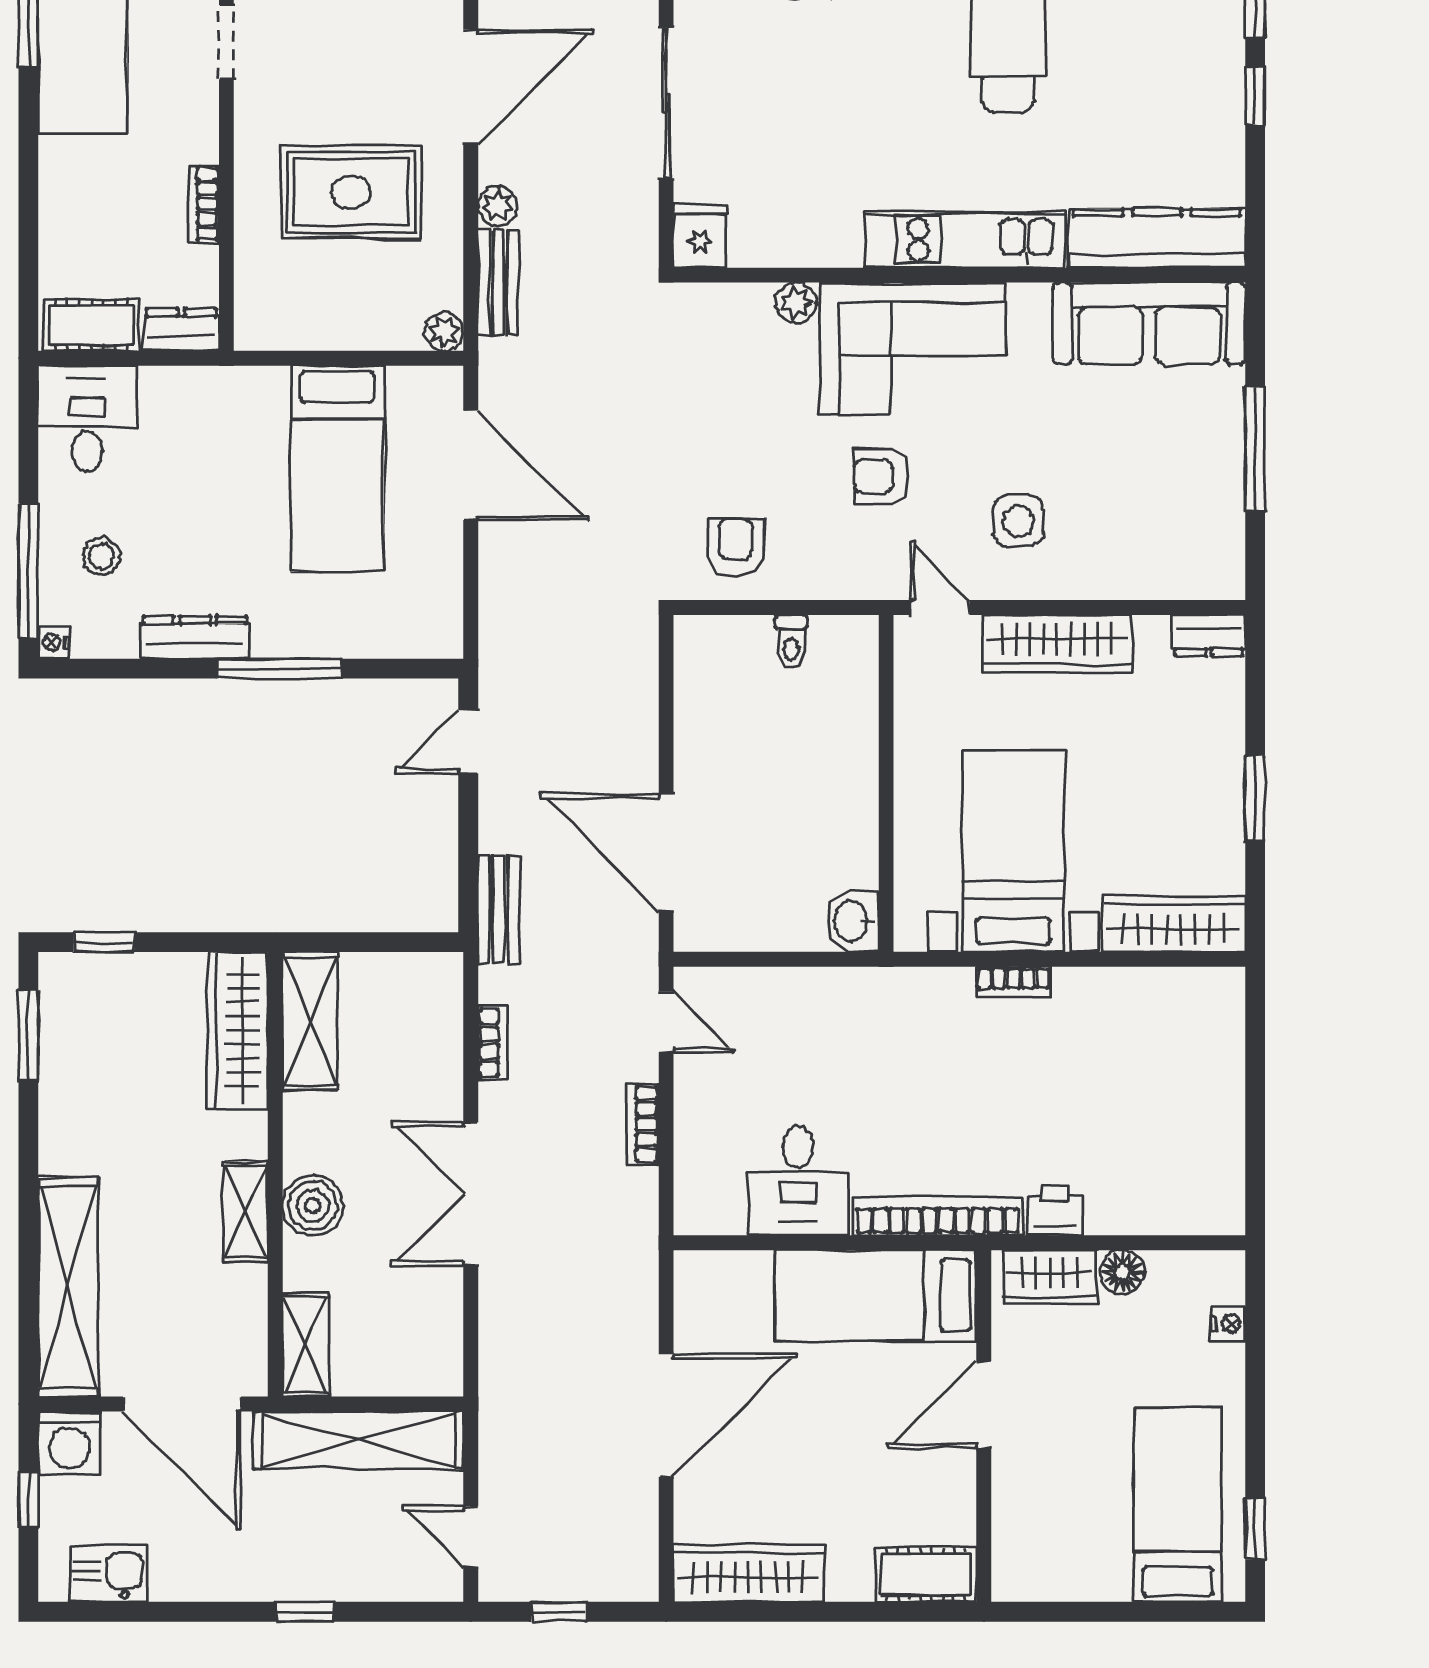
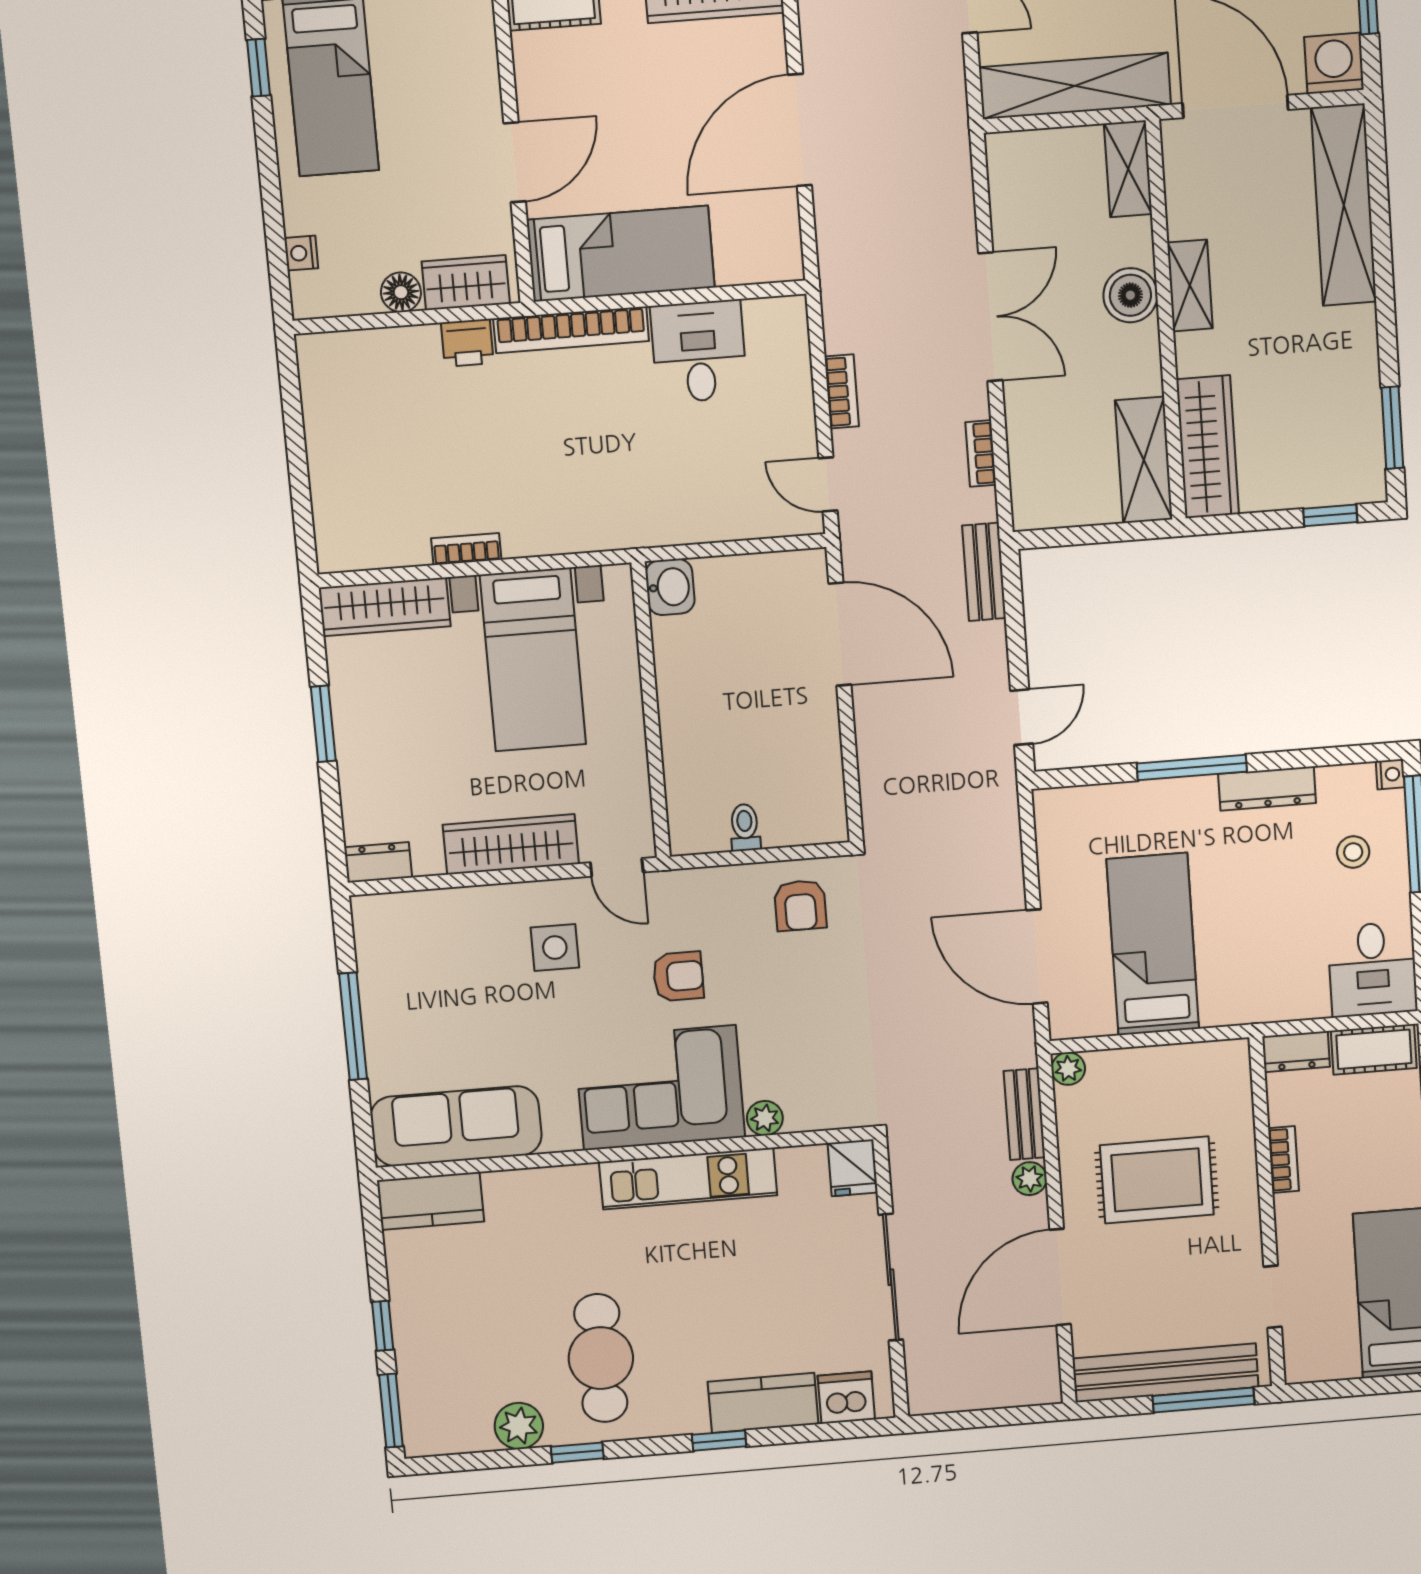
kitchen counter: (1157, 238) -> (430, 1201), width x0.67
kitchen unit: (964, 240) -> (688, 1179), moved
bookcase: (1014, 982) -> (466, 549), moved

